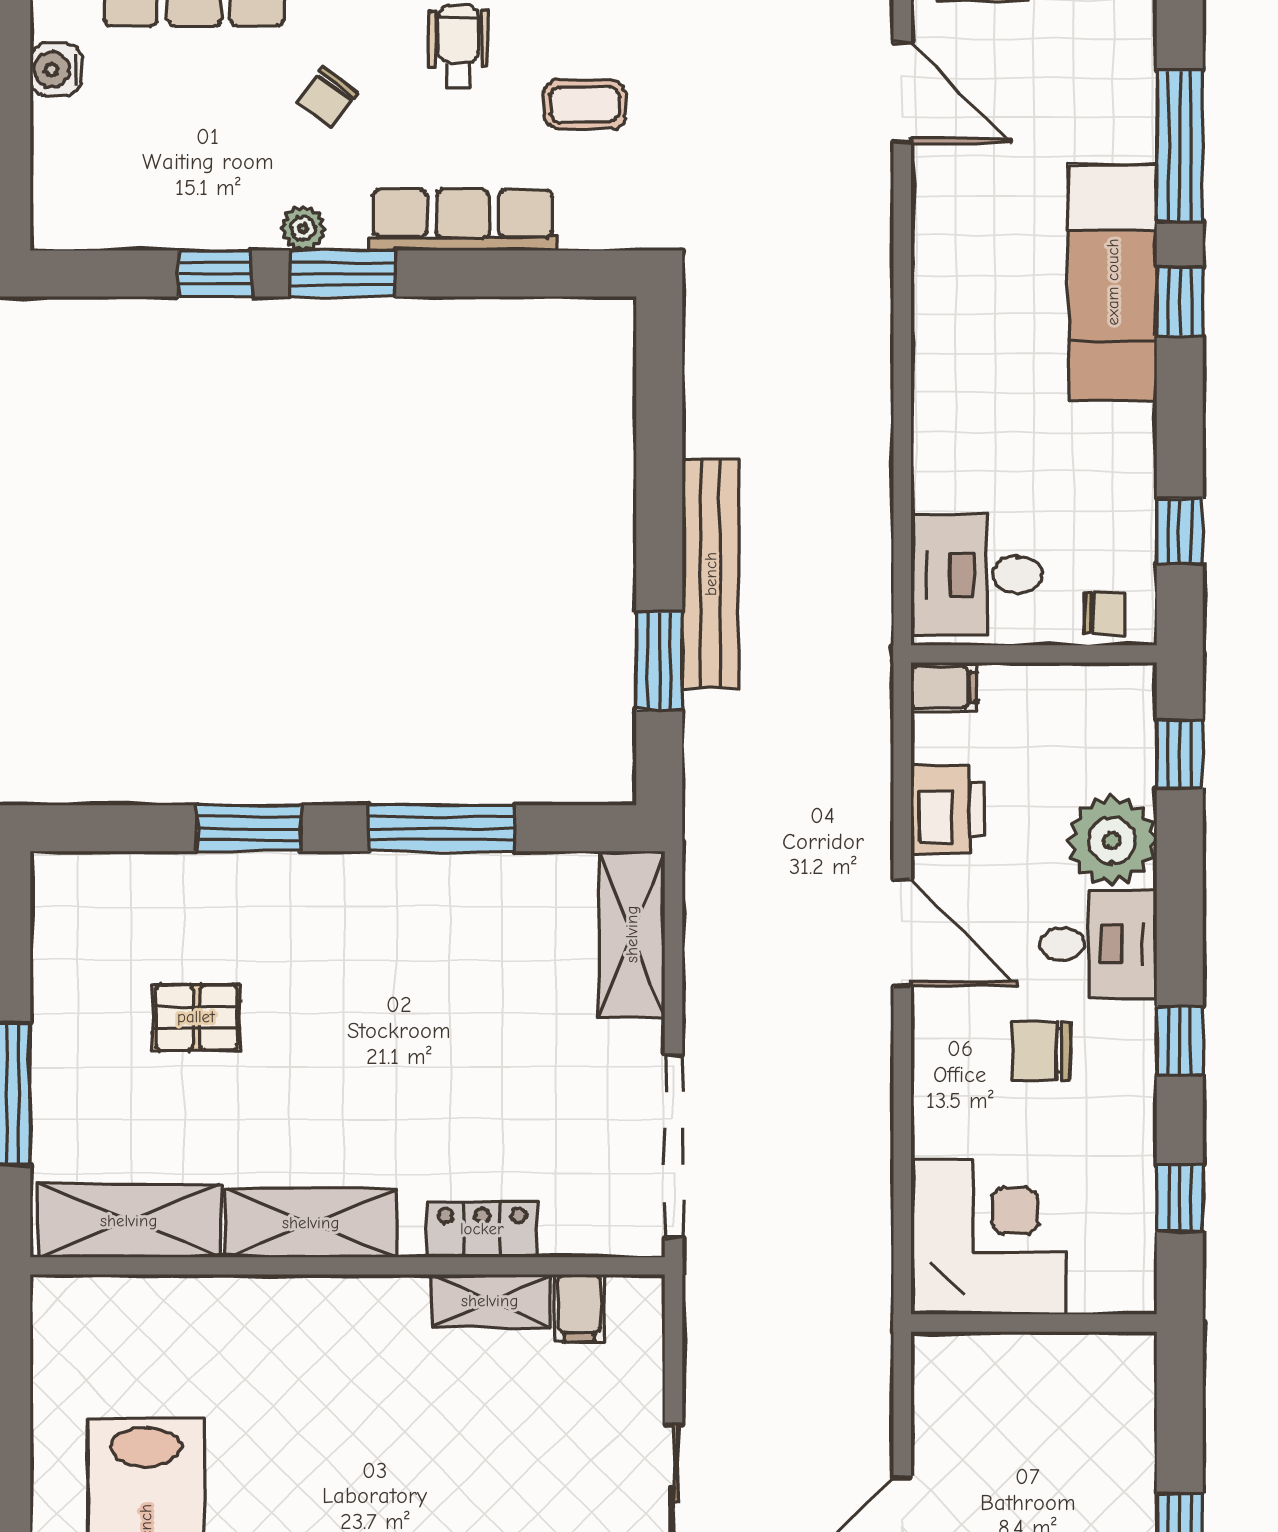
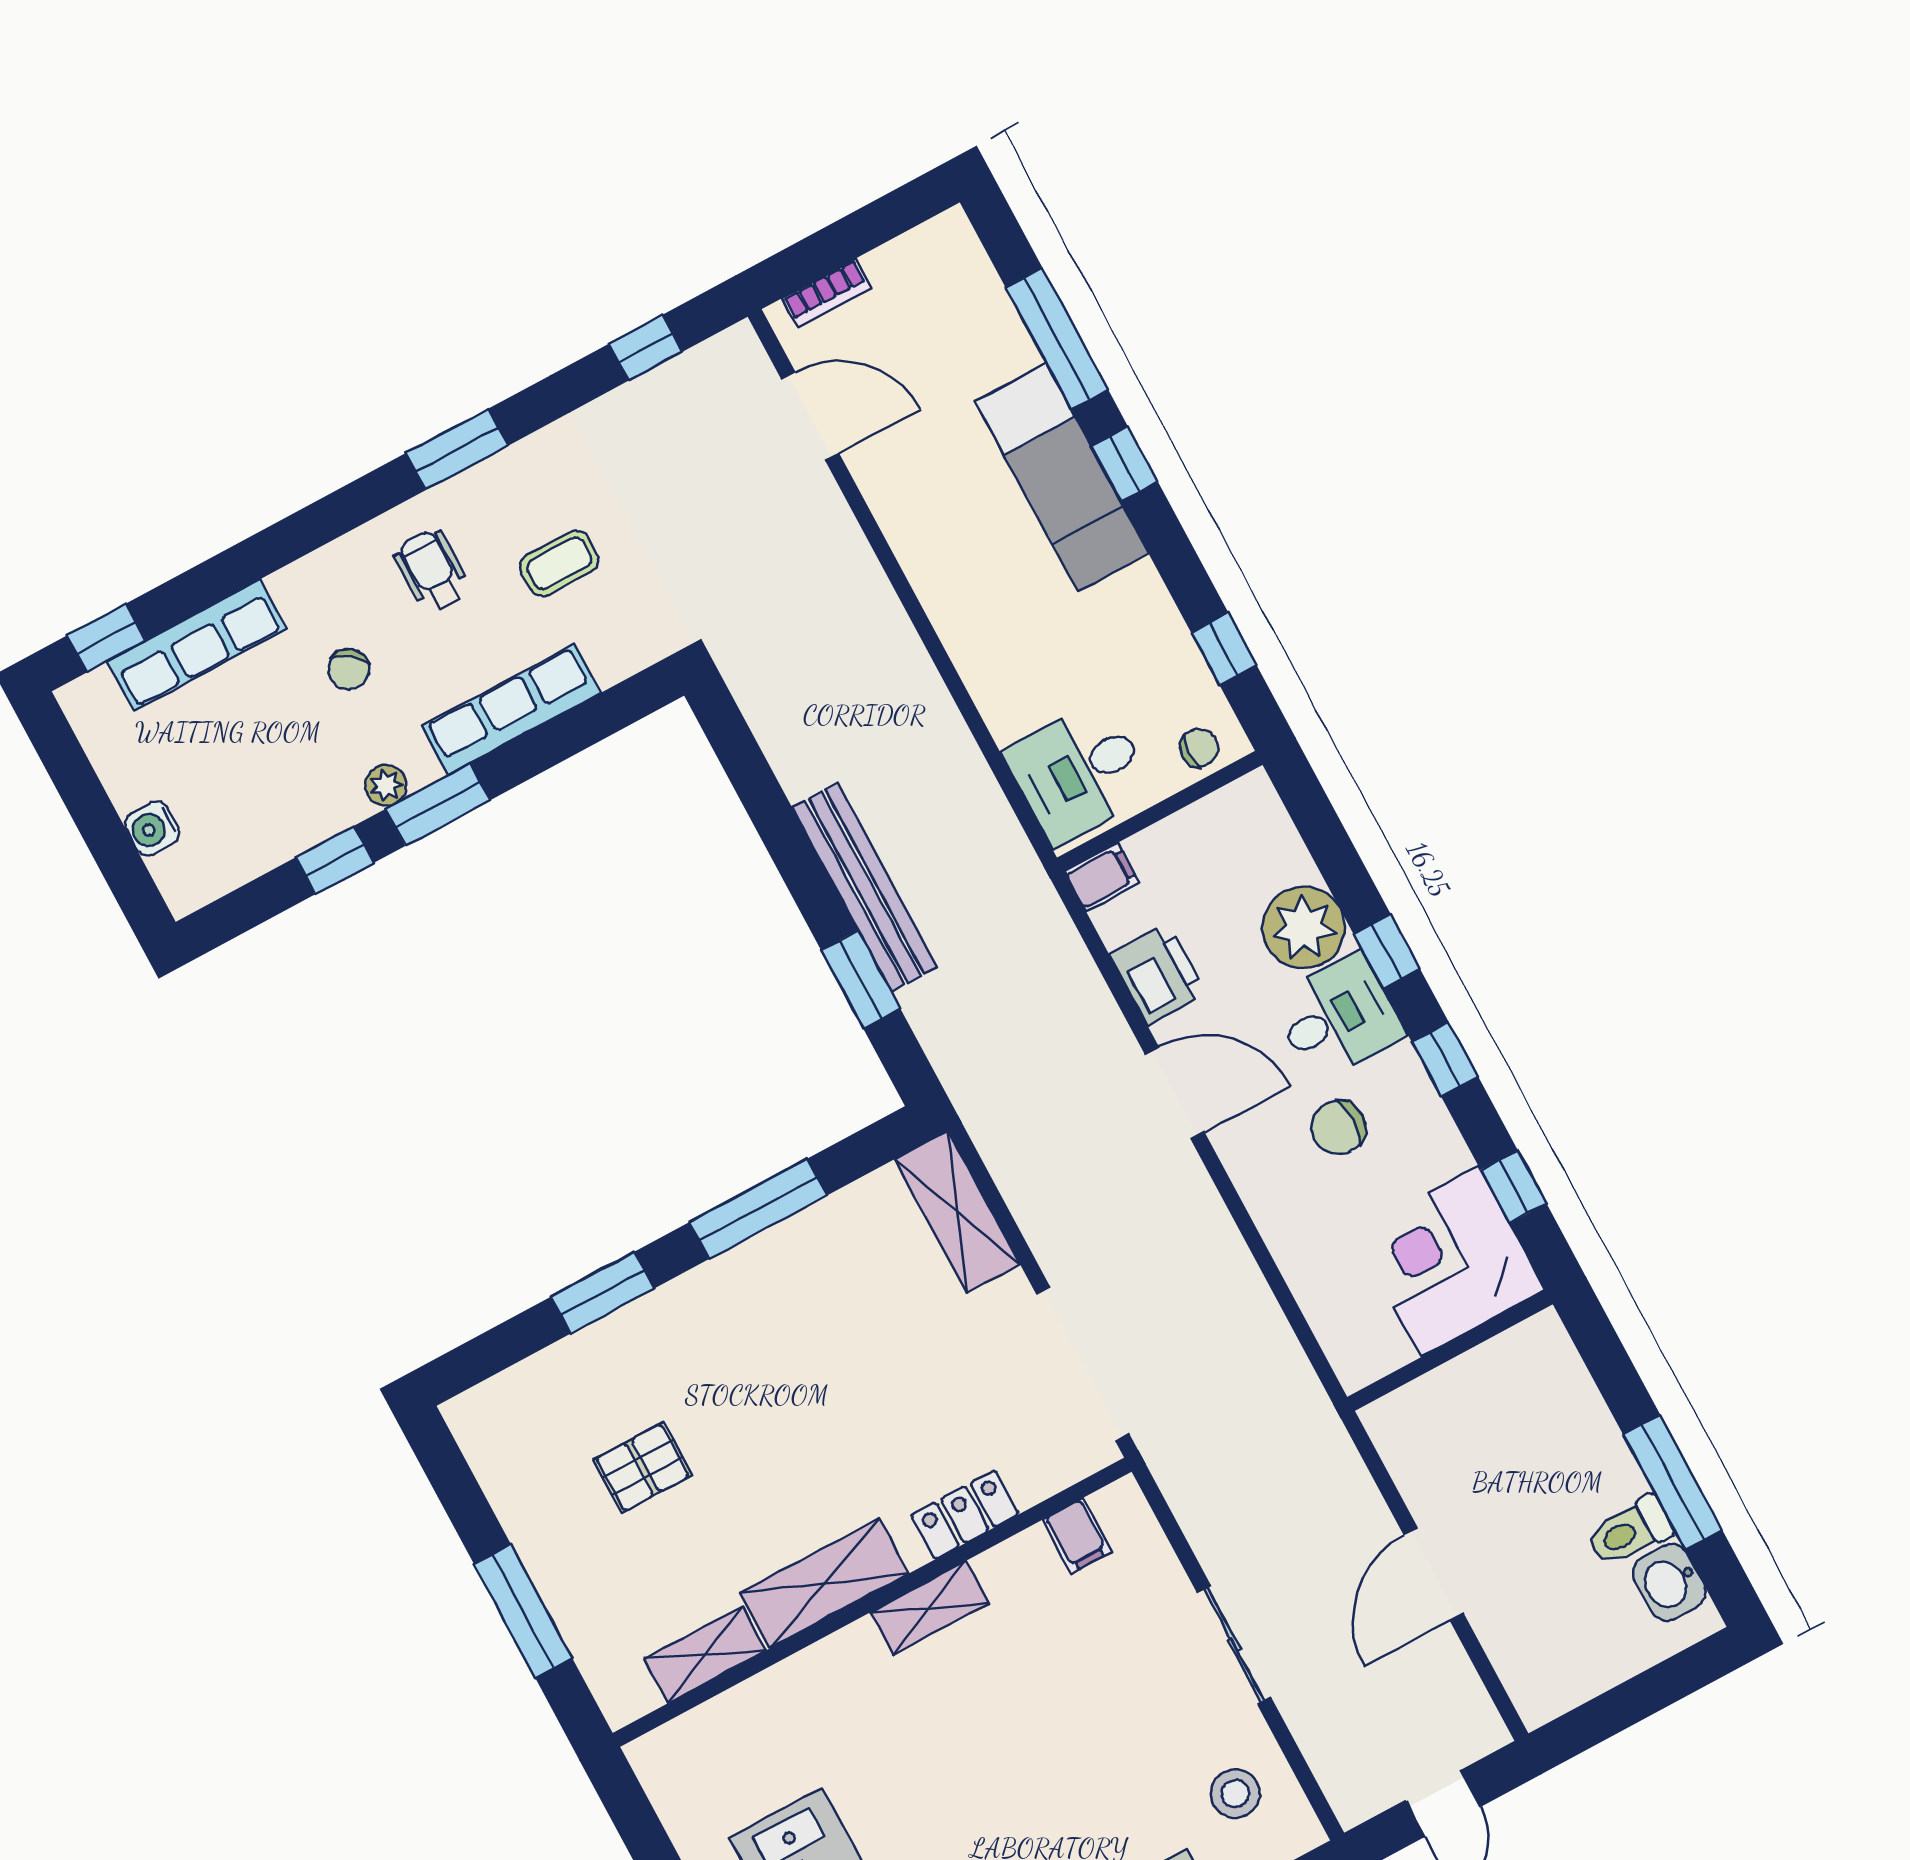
water cooler: (56, 69) -> (152, 828), moved
window: (1180, 754) -> (1387, 951), moved
shelving: (129, 1221) -> (705, 1655), width x0.67, depth x0.75
corner desk: (988, 1237) -> (1450, 1261), moved, turned -90
shelving: (490, 1301) -> (930, 1608), moved

